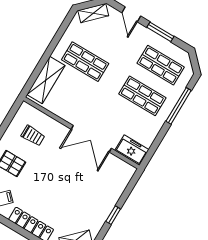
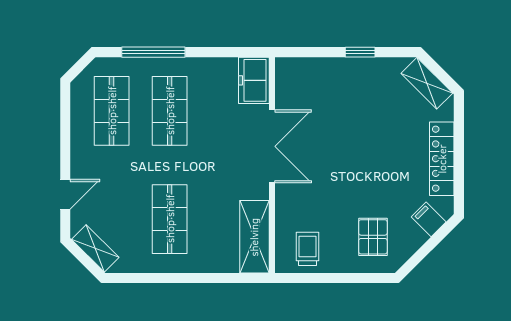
window: (160, 32) -> (65, 139), removed
shelving: (46, 80) -> (254, 237), moved, turned 90
trolley: (33, 136) -> (307, 249), moved

